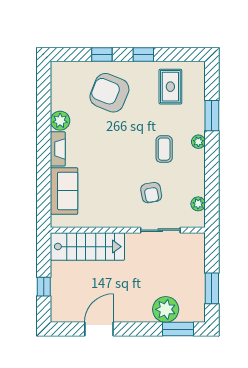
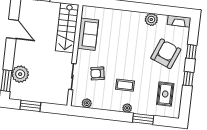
rug: (170, 87) -> (165, 94), turned 90
fireplace: (58, 149) -> (179, 21), moved
sofa: (64, 191) -> (88, 34), moved, turned -90

